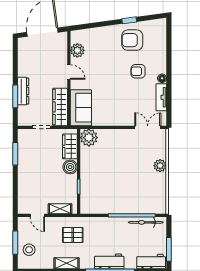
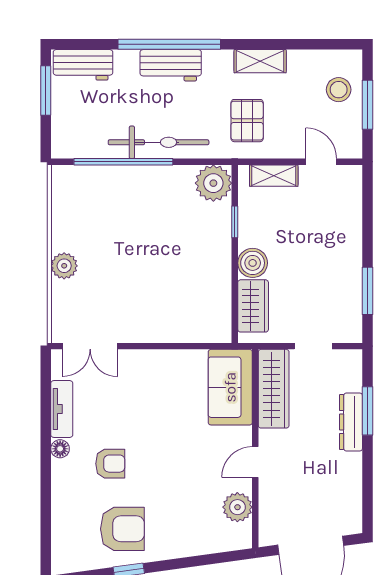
door: (69, 72) -> (255, 462), hinge flipped
plant: (89, 138) -> (213, 183), moved
bicycle: (146, 222) -> (159, 142), moved, width x1.37, depth x1.40
pallet: (73, 235) -> (247, 121), turned 90

